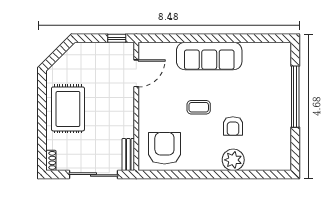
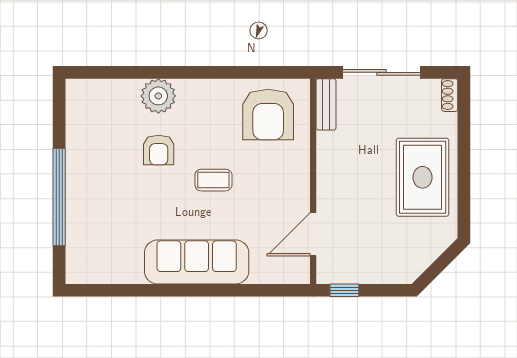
armchair: (233, 126) -> (159, 150), turned 180

